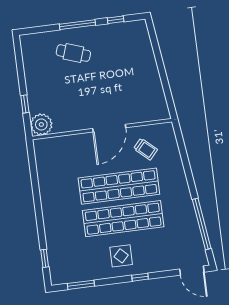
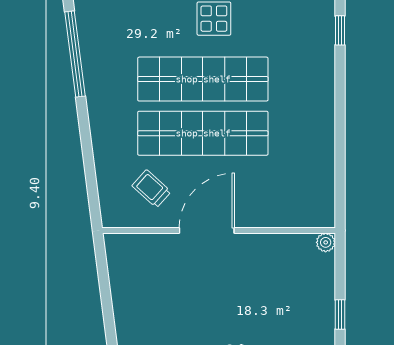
window: (25, 104) -> (340, 314), moved
plant: (41, 125) -> (326, 242), width x0.53, depth x0.53

